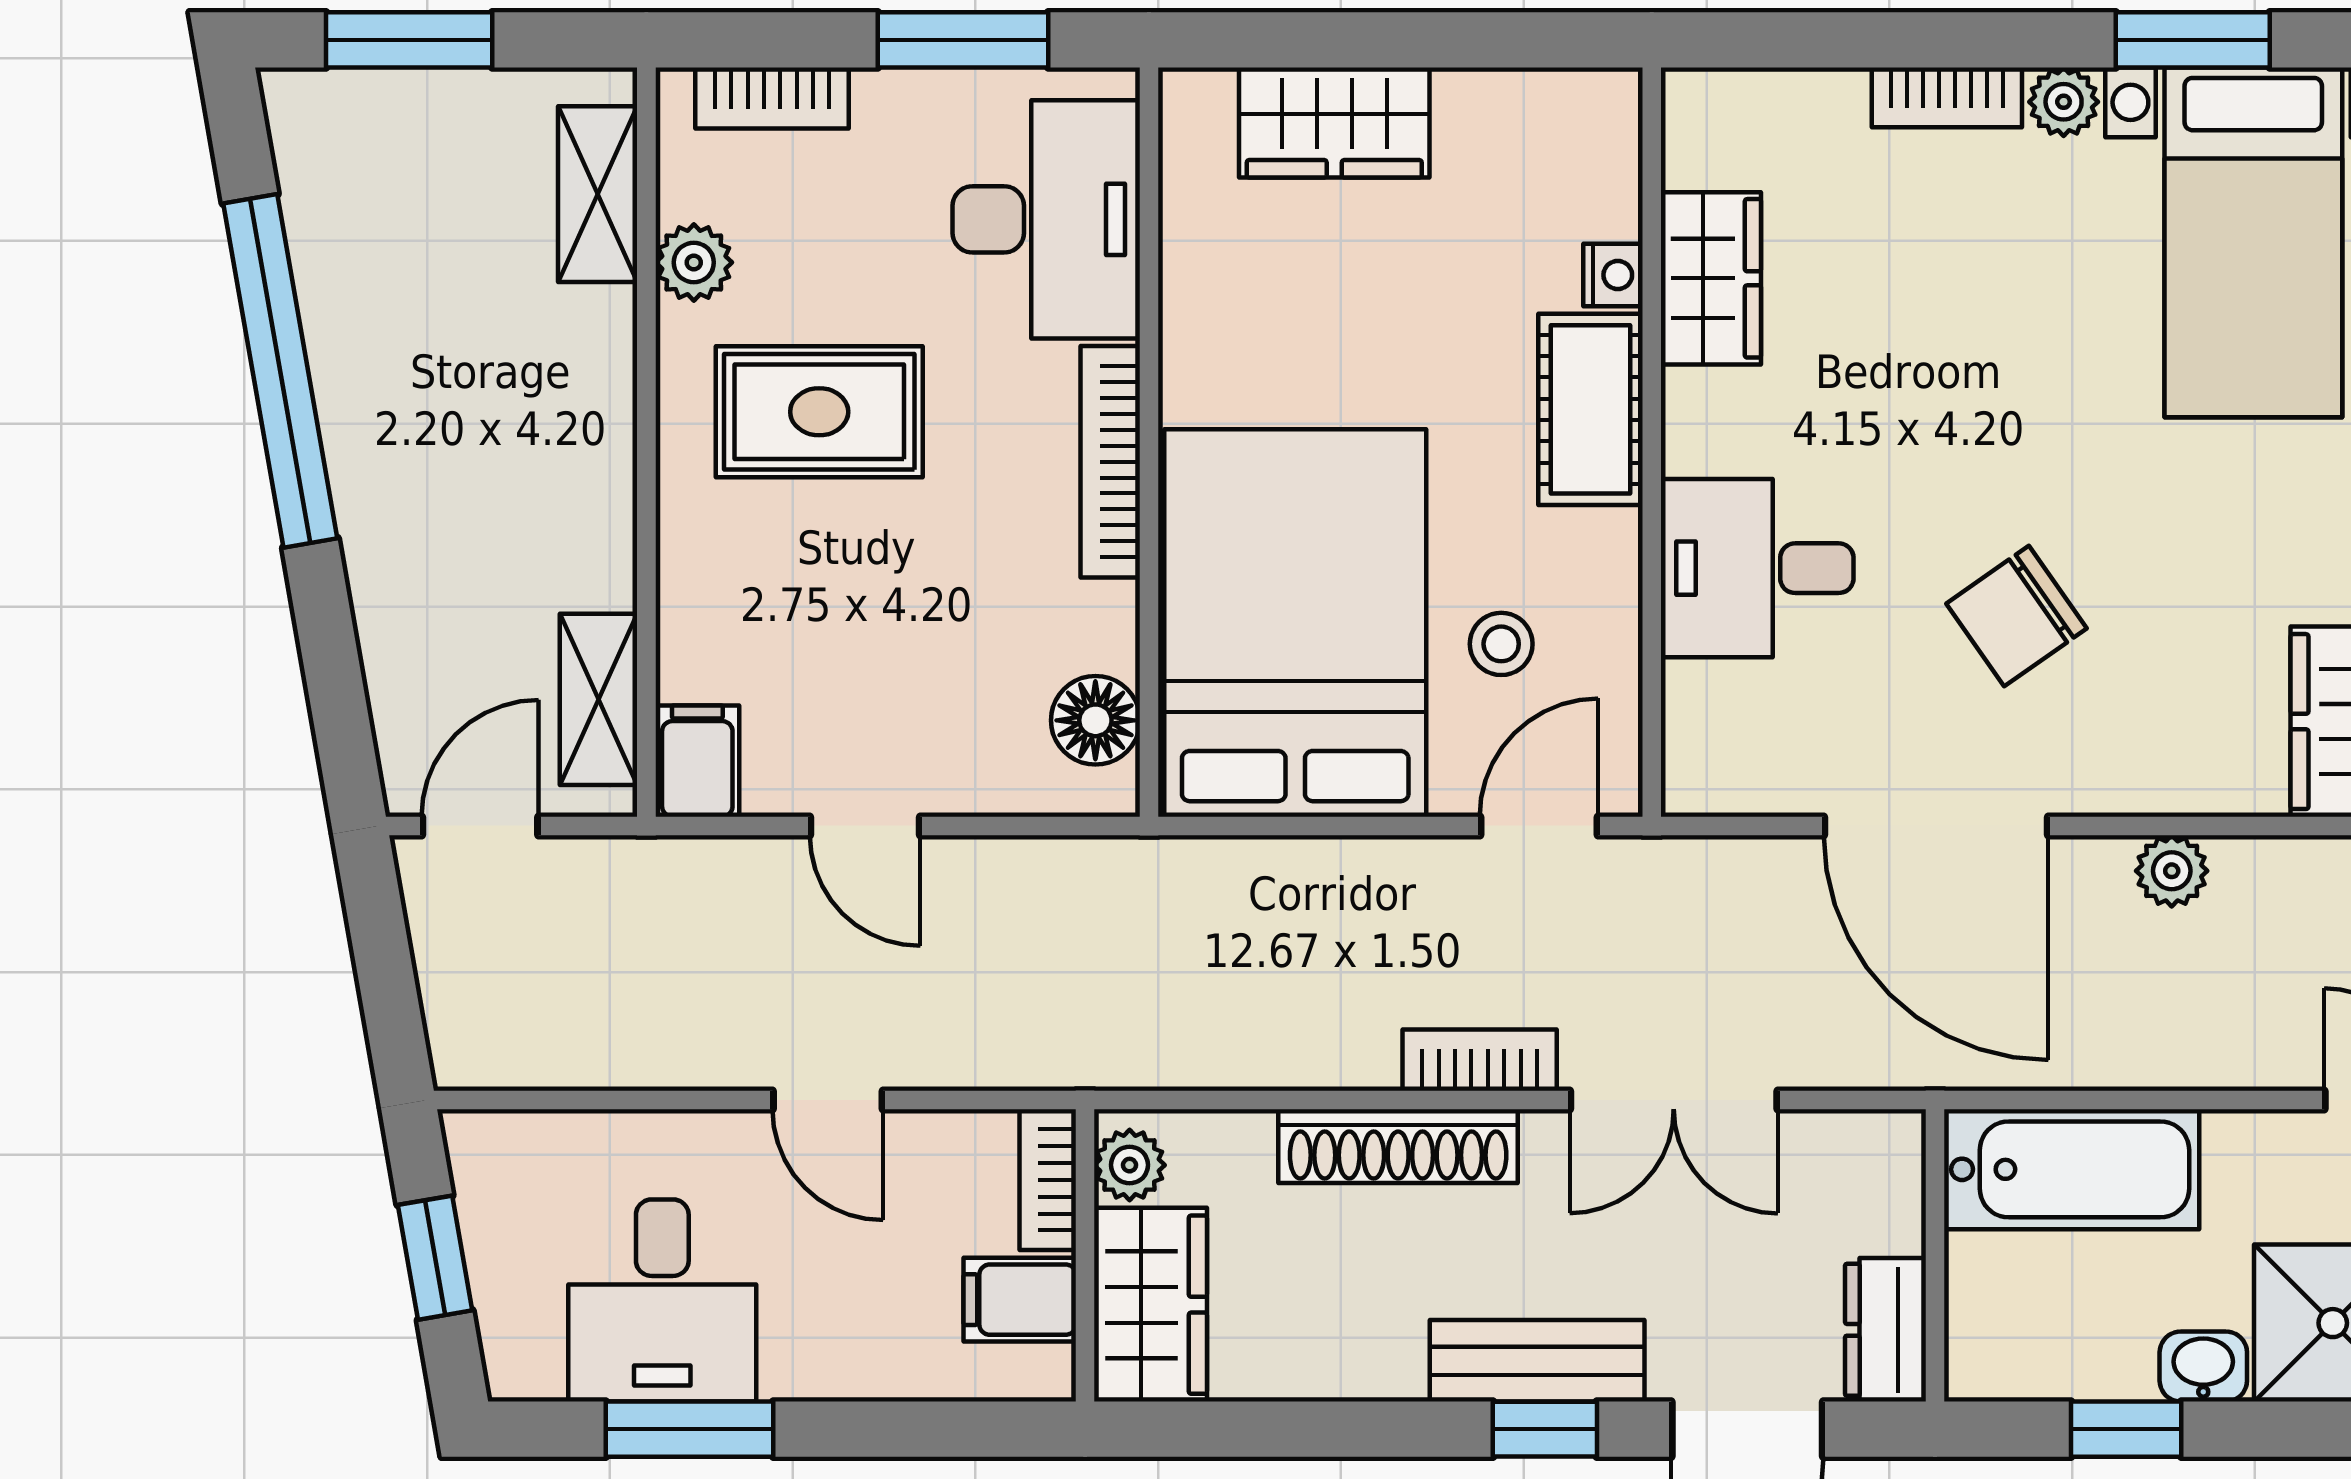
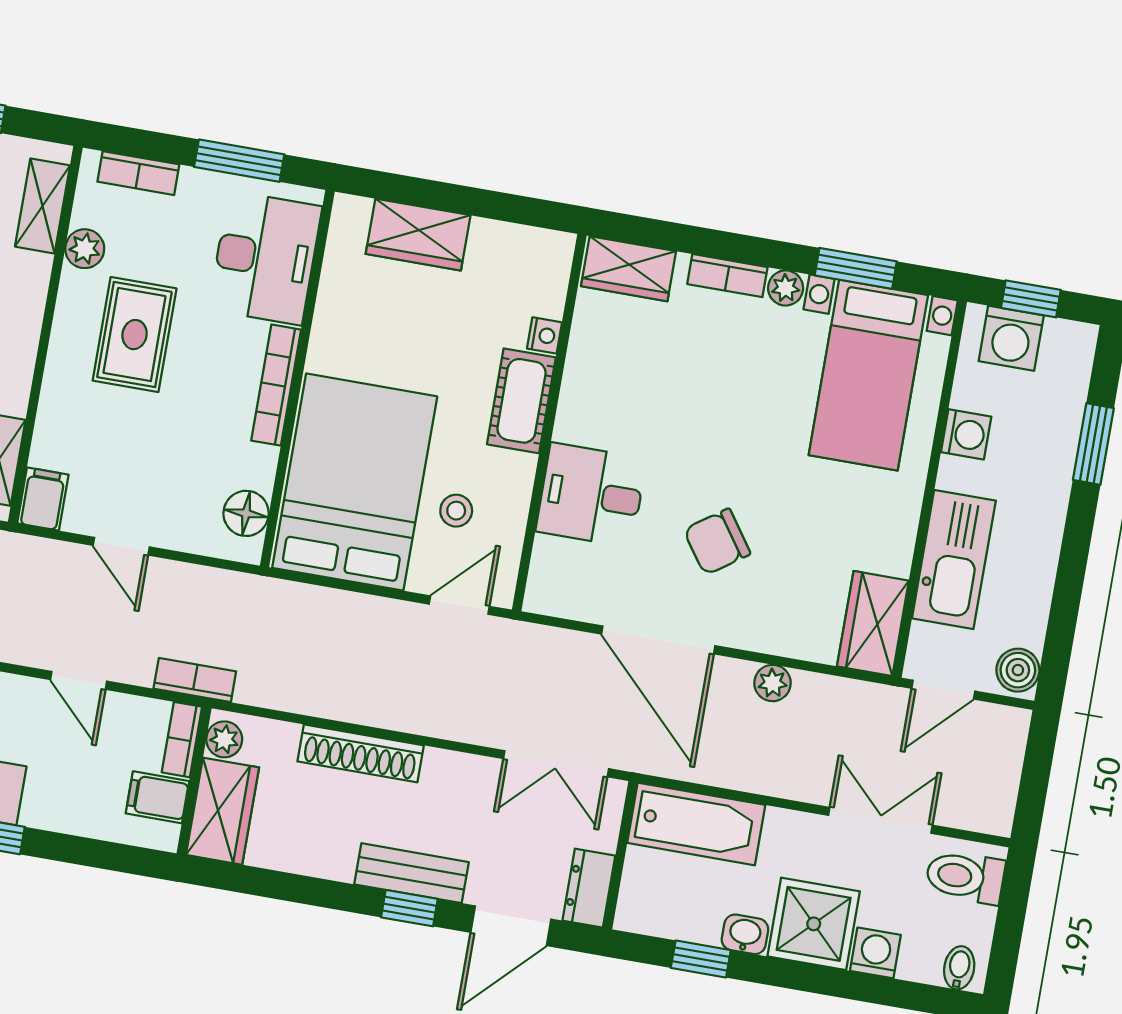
wardrobe: (1711, 278) -> (629, 269), moved, turned 90
rug: (819, 412) -> (135, 335), turned 90
bookcase: (1480, 1060) -> (195, 680), moved
double door: (1674, 1100) -> (556, 764), moved

